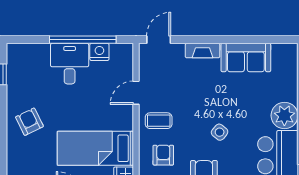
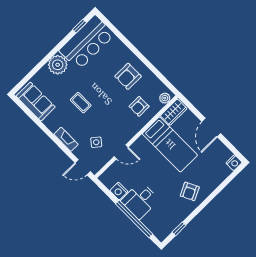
window: (83, 40) -> (134, 219), moved
sofa: (246, 58) -> (36, 102), moved
coffee table: (159, 121) -> (81, 103), moved
side table: (220, 132) -> (96, 142), moved

